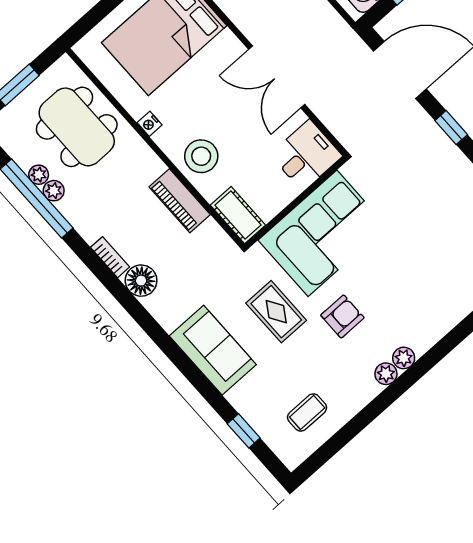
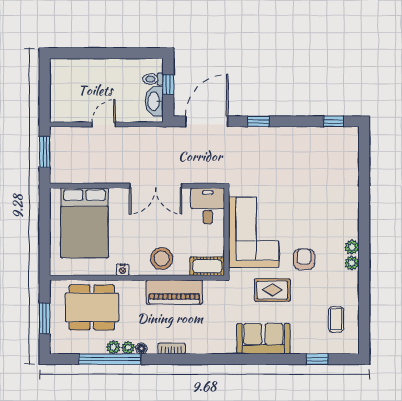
plant: (39, 175) -> (128, 348), moved
piano: (180, 201) -> (174, 292), width x1.37, depth x1.33
floor lamp: (141, 281) -> (141, 348), moved, width x0.53, depth x0.53

